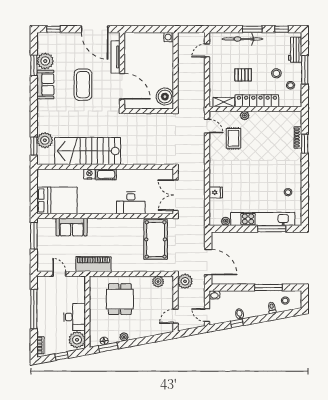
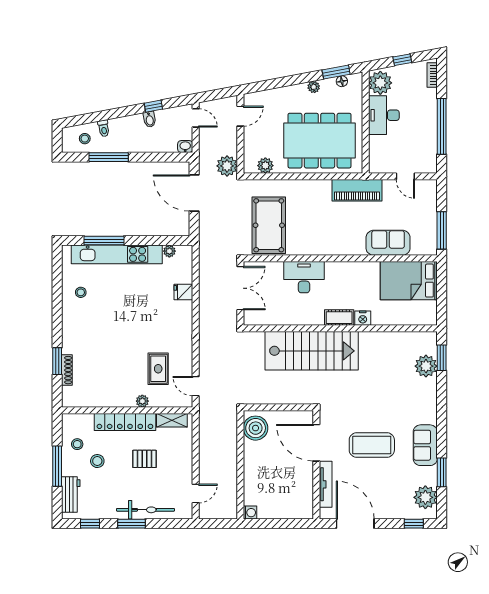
plant: (45, 61) -> (425, 497), moved
coffee table: (83, 85) -> (372, 445), turned 90
stairs: (88, 151) -> (312, 351), moved
dining table: (120, 299) -> (319, 141), width x1.88, depth x1.24

